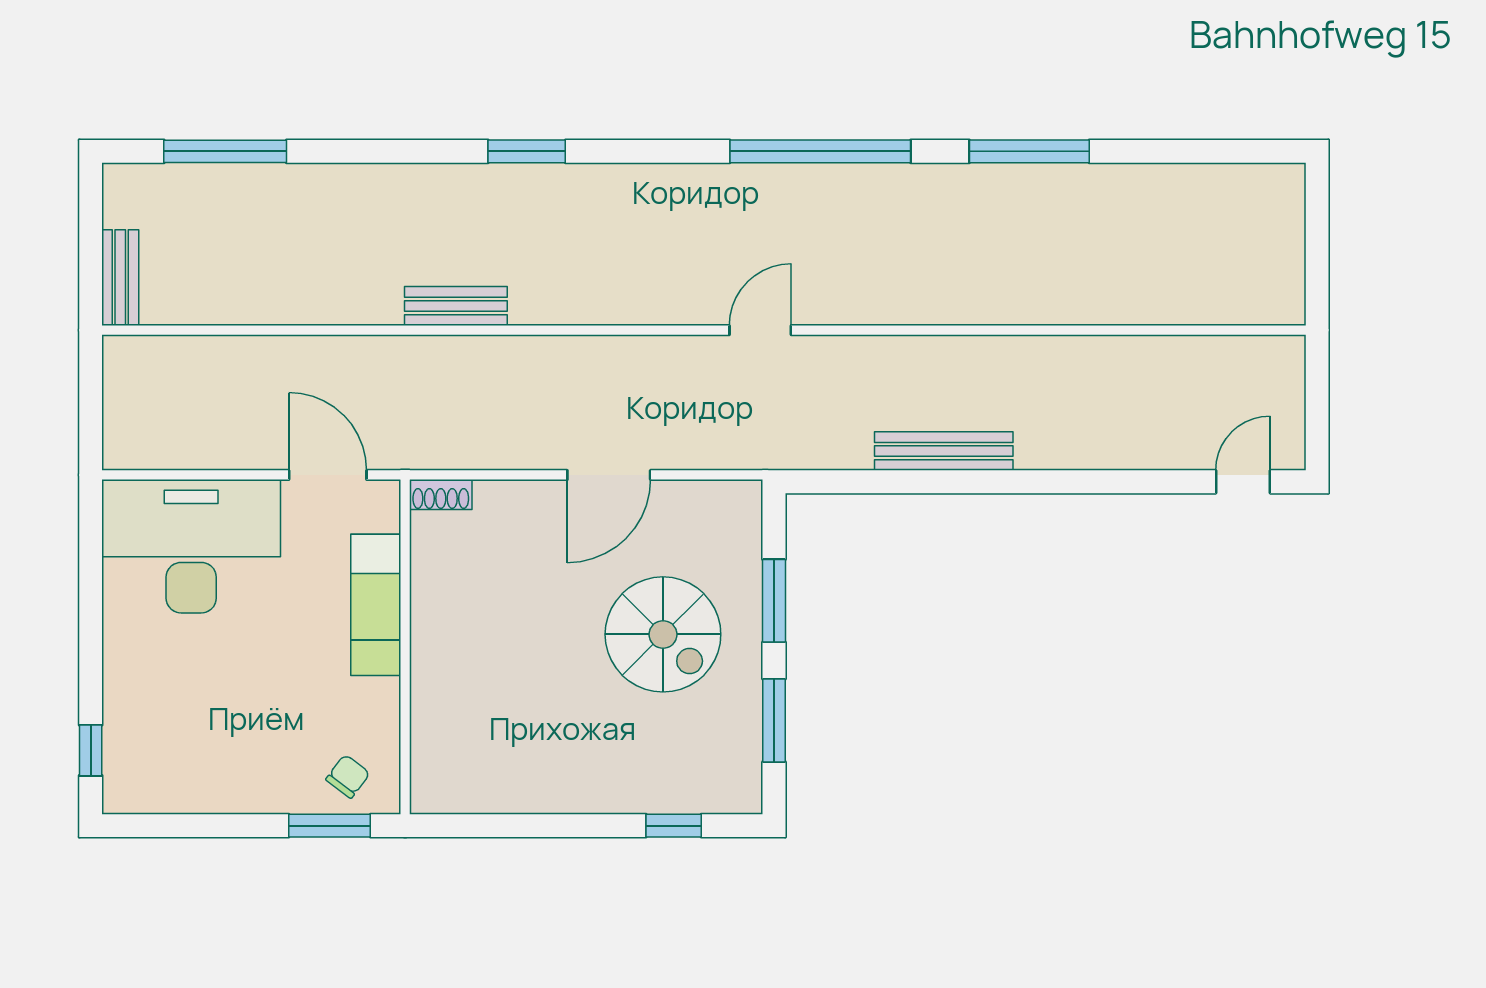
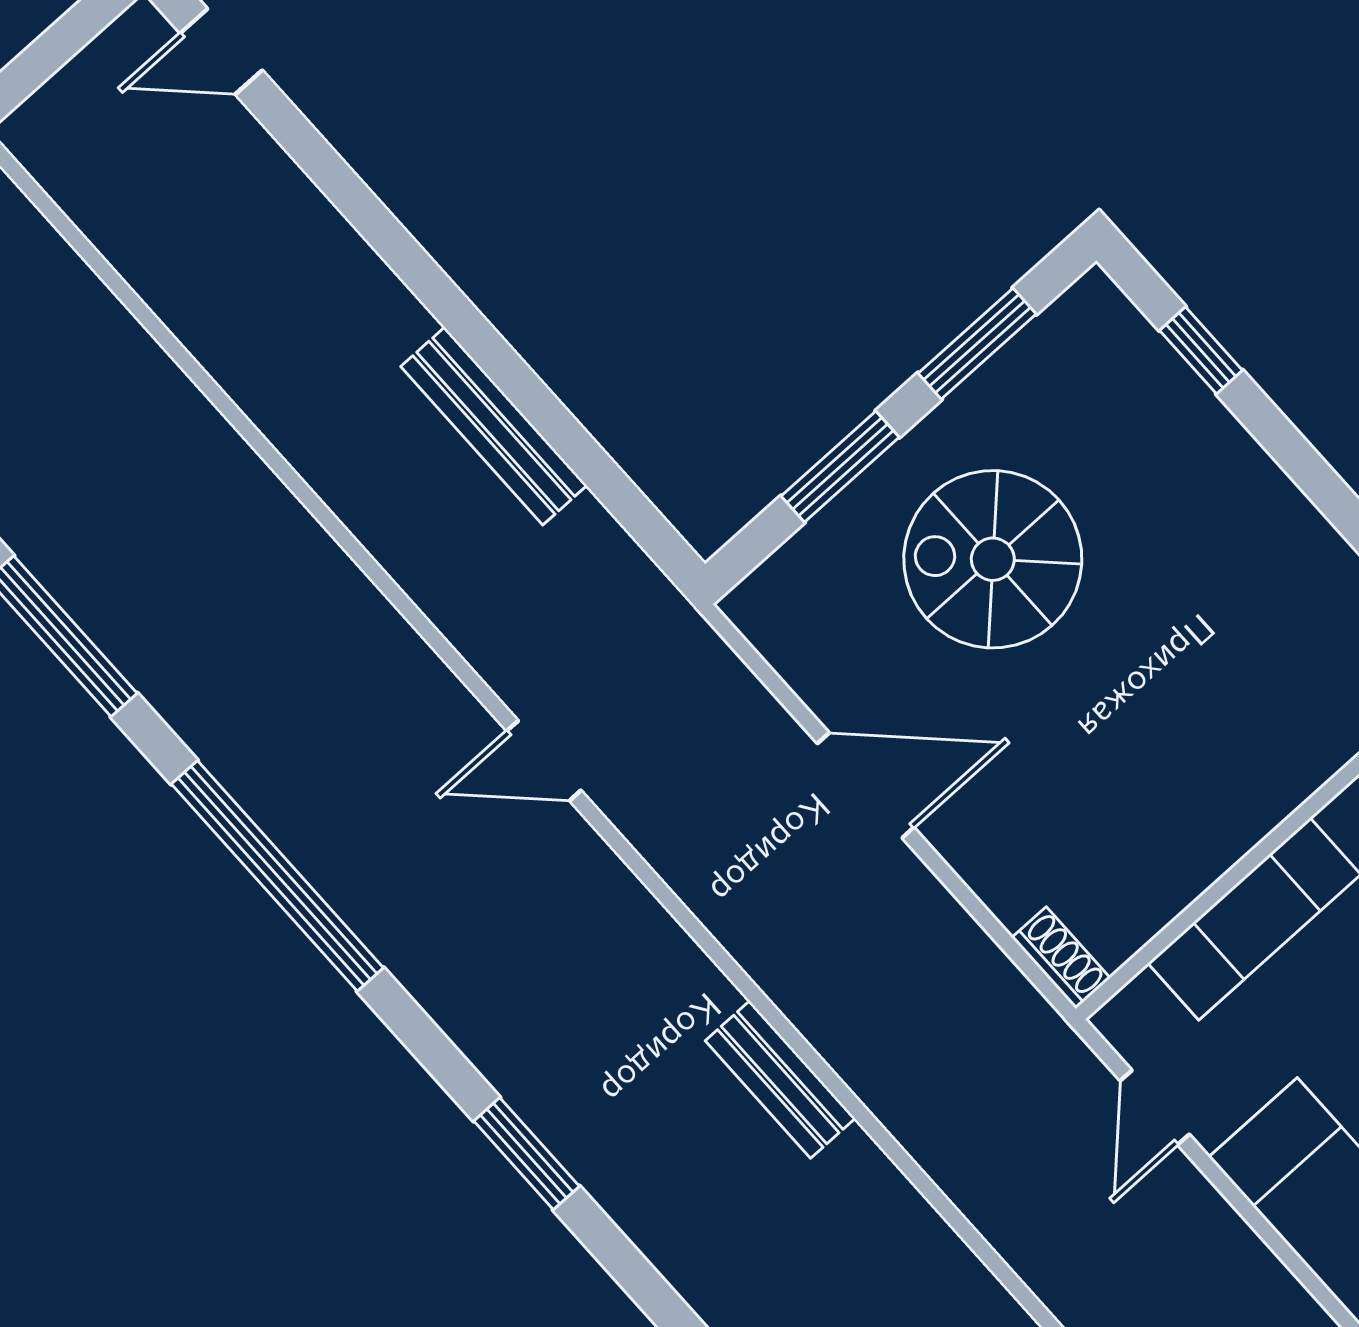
window: (527, 151) -> (527, 1154), moved
bench: (456, 306) -> (780, 1080), moved
door: (328, 475) -> (1155, 1108), width x0.73
spiral stairs: (663, 634) -> (993, 559), turned -90

